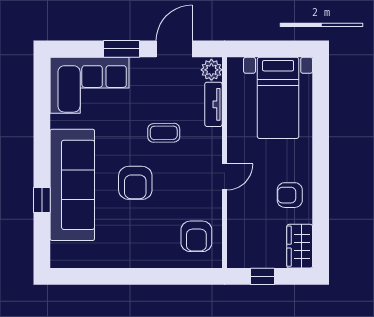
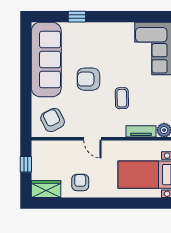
sofa: (72, 185) -> (46, 59), moved, turned -90
armchair: (196, 236) -> (53, 120), turned 63

